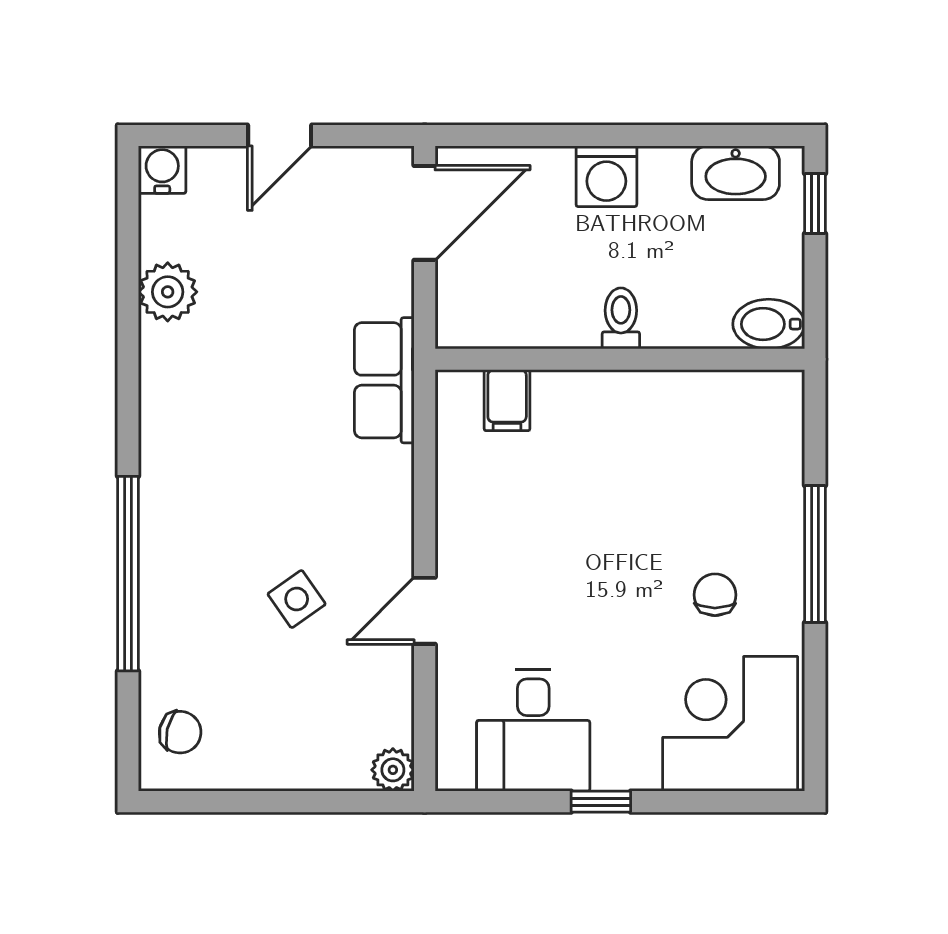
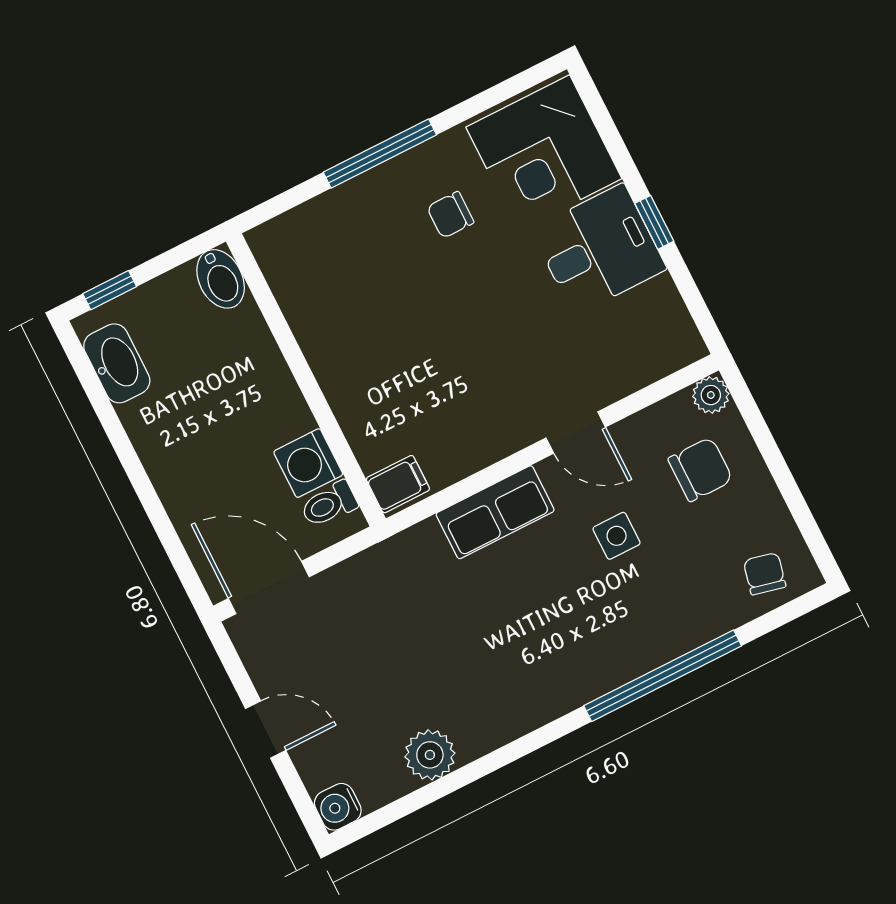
washing machine: (606, 176) -> (308, 463), moved, turned 180
toilet: (621, 318) -> (329, 504), moved
row of seats: (384, 380) -> (495, 512), moved
filing cabinet: (507, 400) -> (398, 484), moved
side table: (297, 599) -> (617, 536), turned 35
chair: (321, 720) -> (700, 469), added
desk: (533, 730) -> (599, 249), moved

